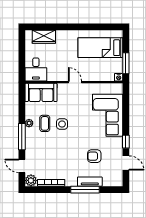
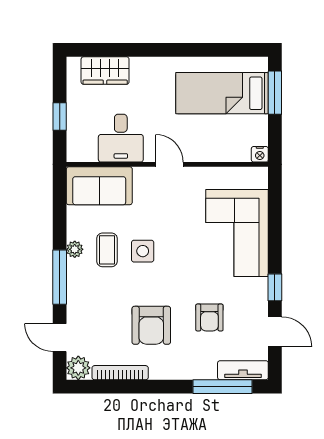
window: (22, 59) -> (60, 117), added
window: (126, 63) -> (275, 93), moved
desk: (36, 69) -> (121, 138), moved
armchair: (94, 156) -> (209, 318), turned -90
armchair: (66, 160) -> (151, 325), added
tv unit: (90, 182) -> (243, 370), moved
window: (85, 190) -> (222, 387), moved

